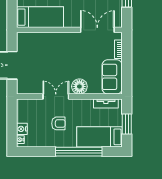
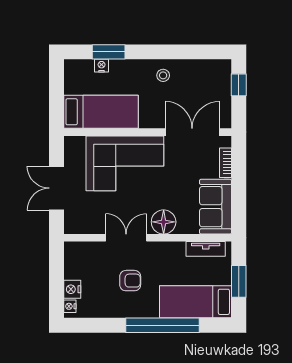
corner sofa: (55, 50) -> (125, 163), added

